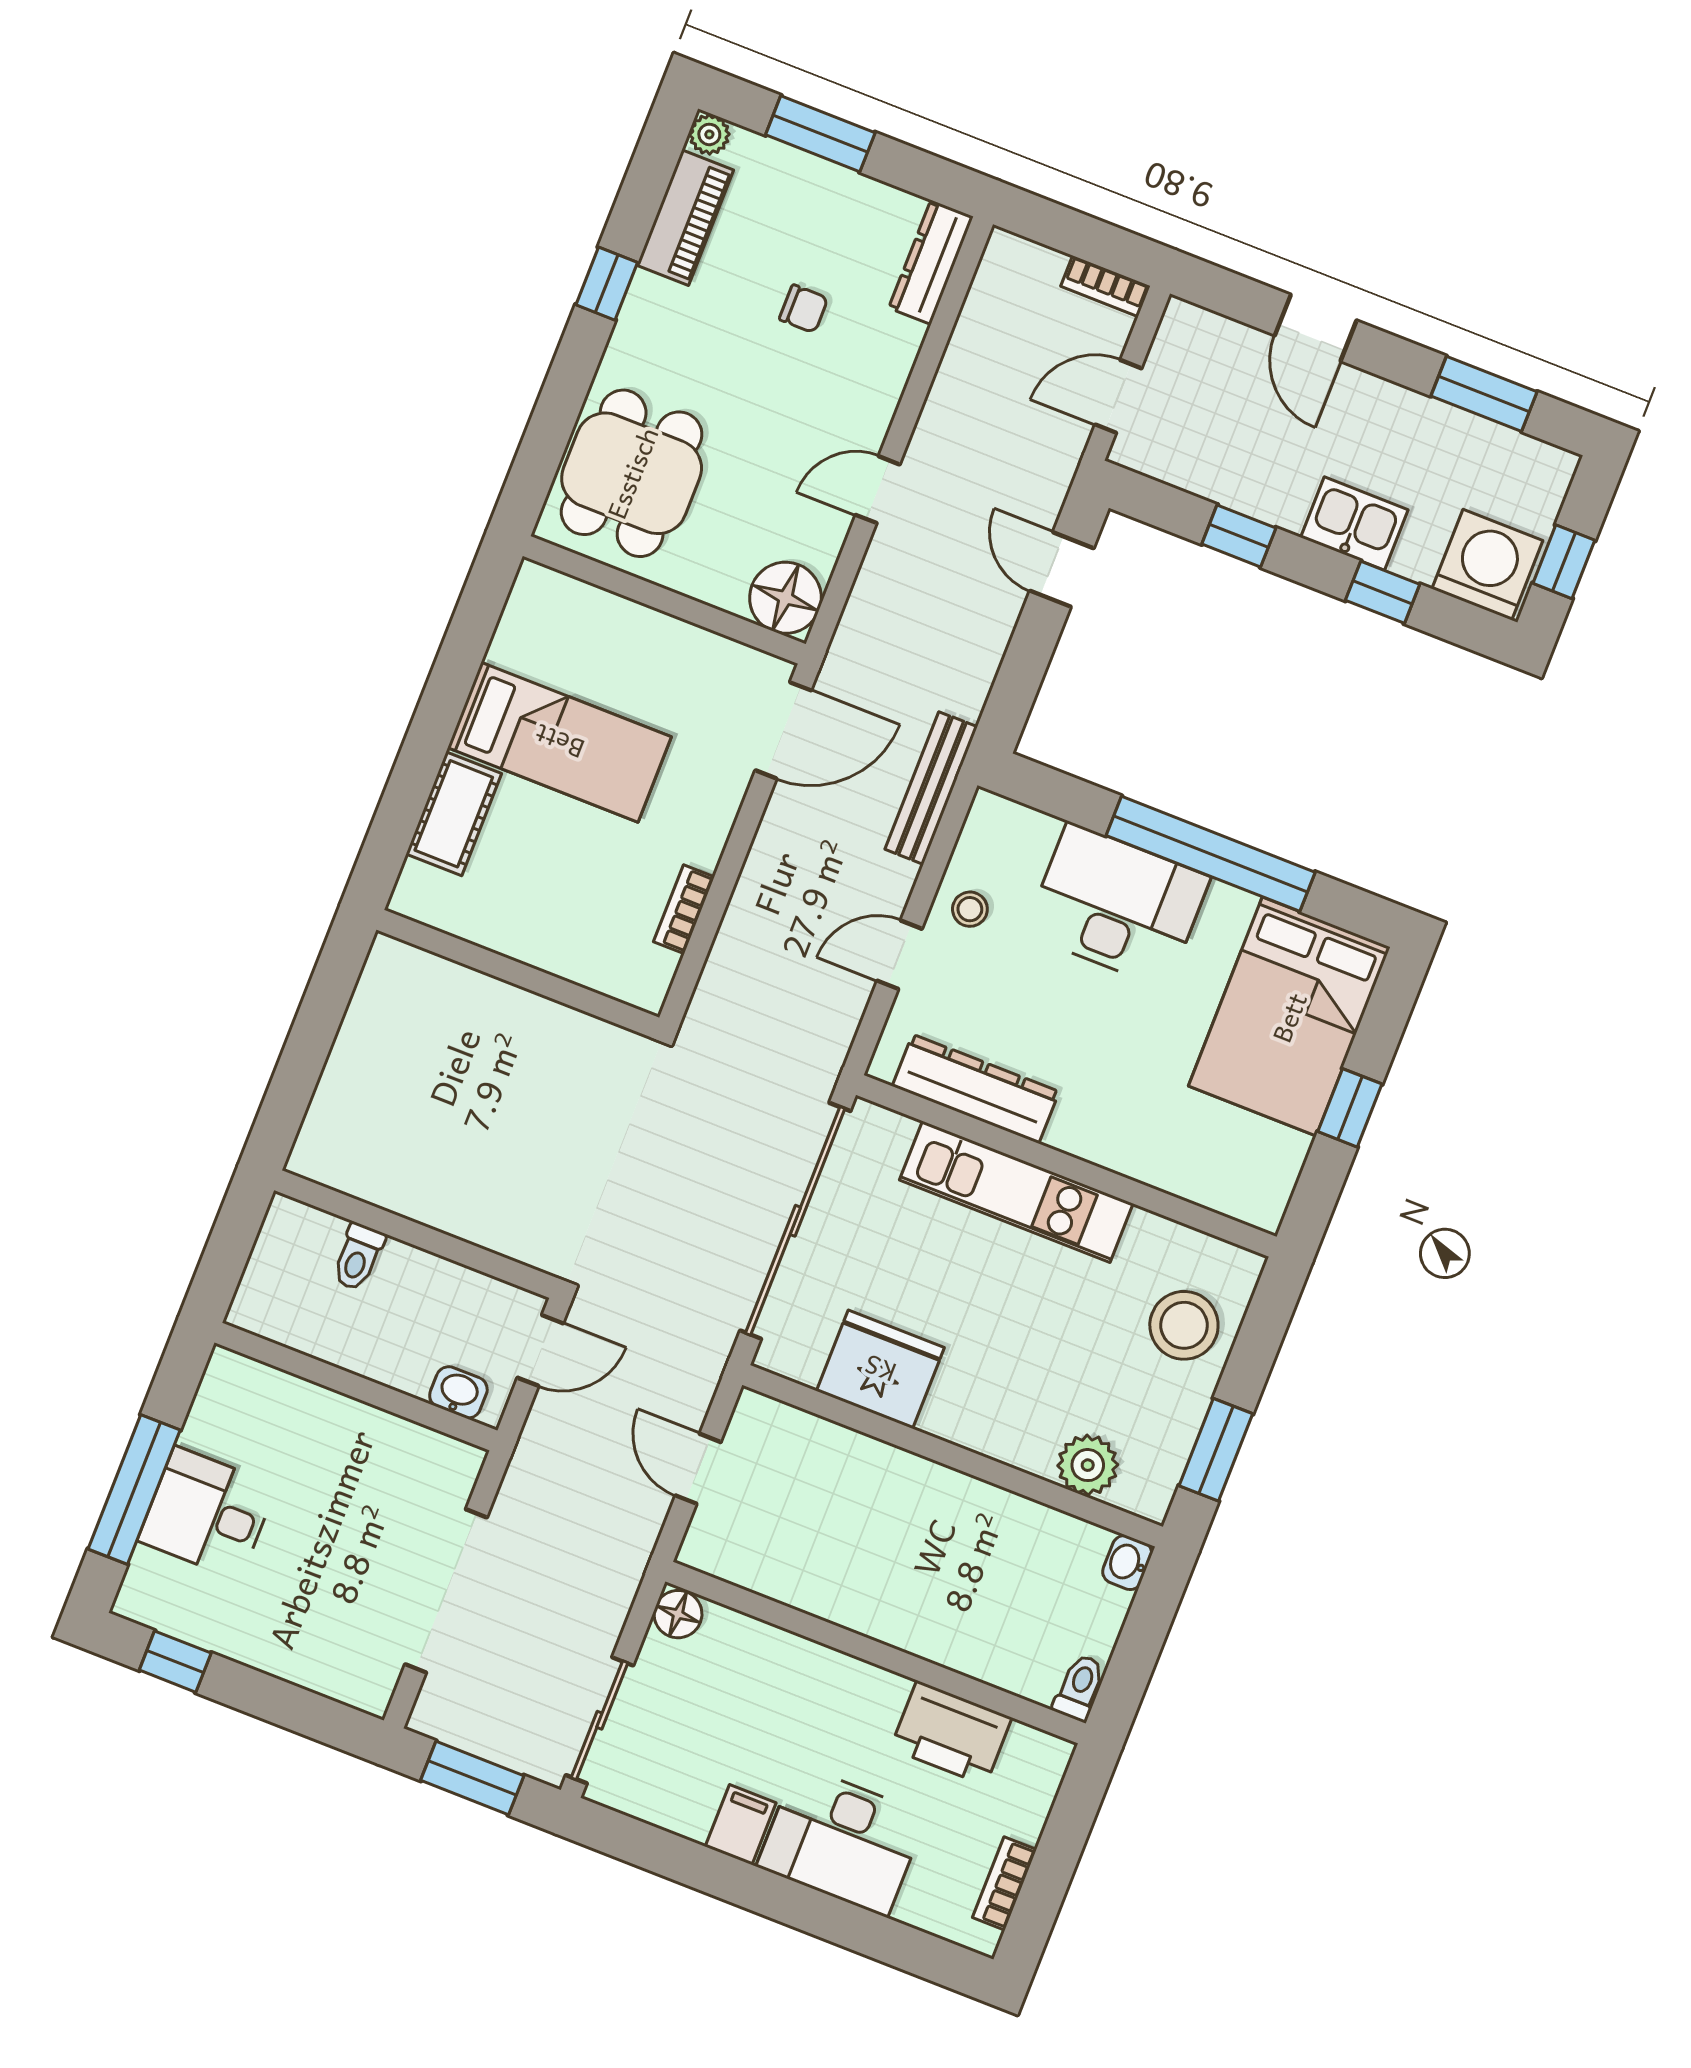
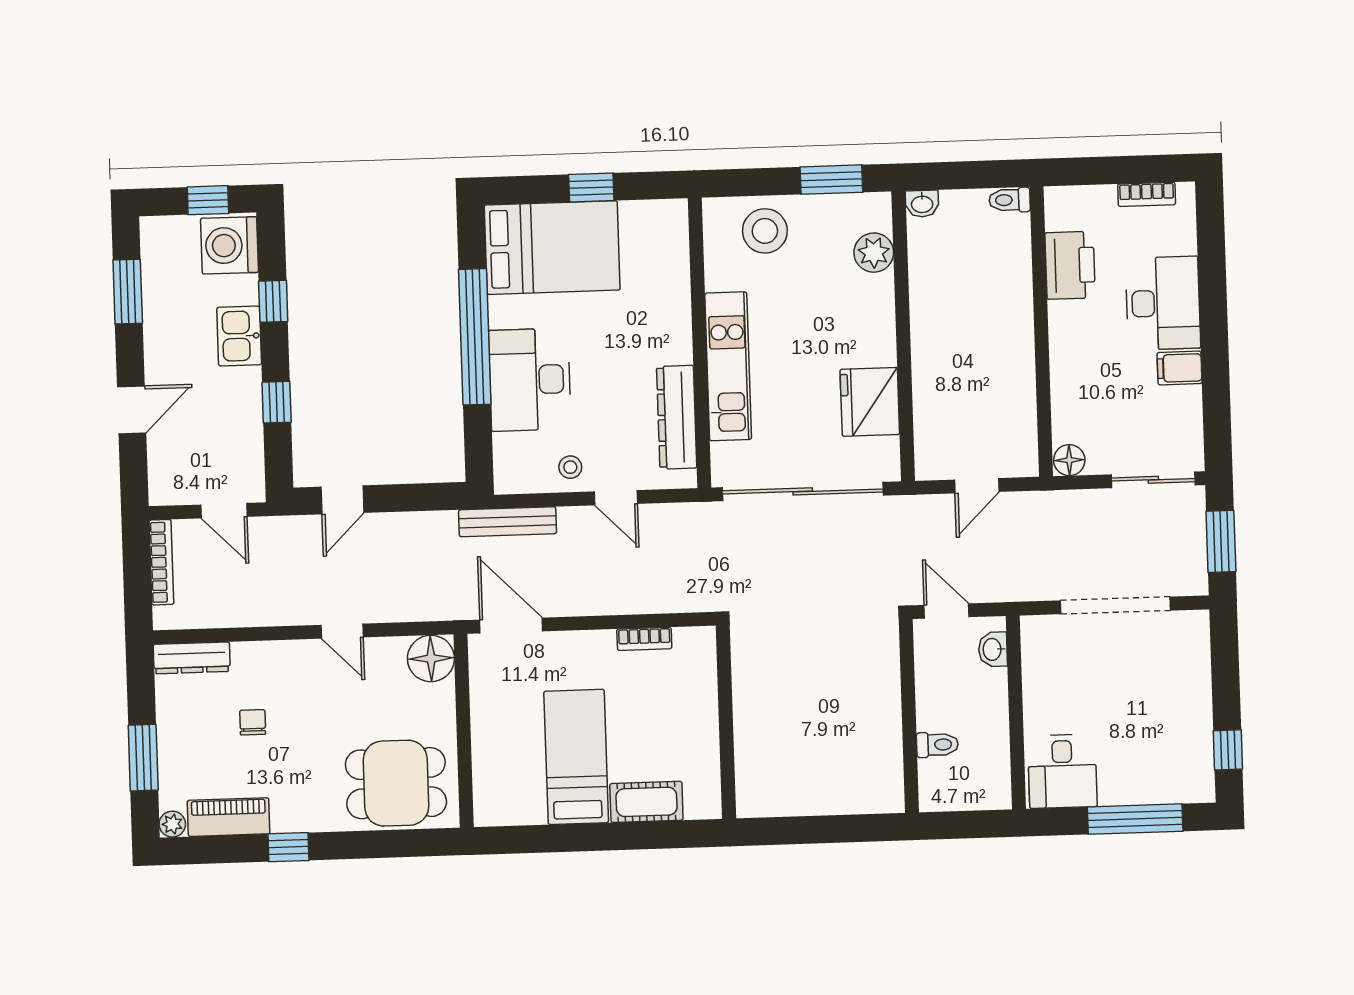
bookcase: (1105, 286) -> (161, 562), width x1.56
desk: (207, 1513) -> (1062, 771), moved

